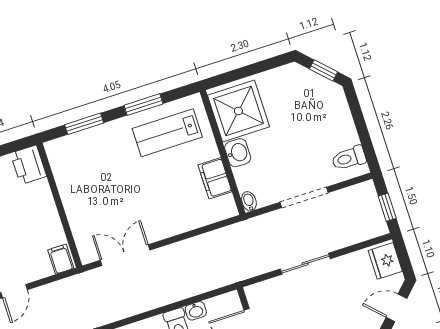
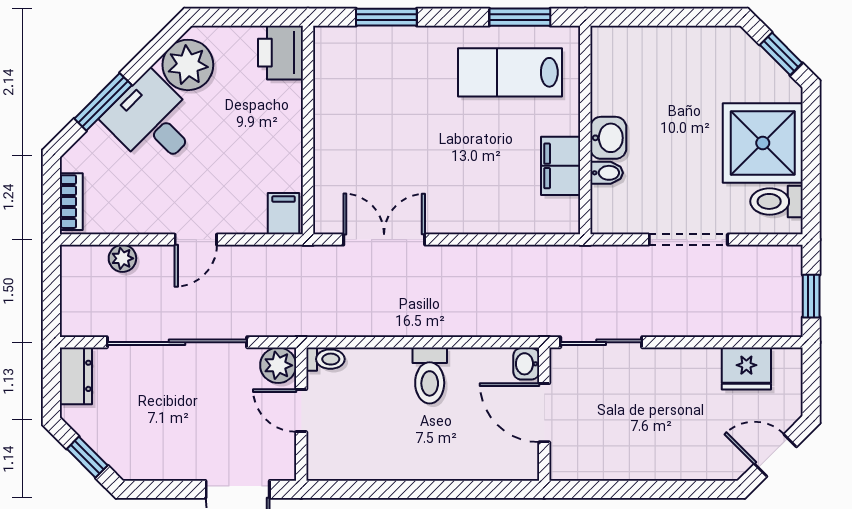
window: (143, 105) -> (520, 17), moved
shower: (238, 111) -> (763, 143), moved
bidet: (249, 201) -> (607, 173), moved, turned 90
fridge: (385, 261) -> (746, 368), moved, turned -90
sliding door: (305, 264) -> (601, 342), moved
washbasin: (196, 311) -> (526, 364), moved, turned 90

